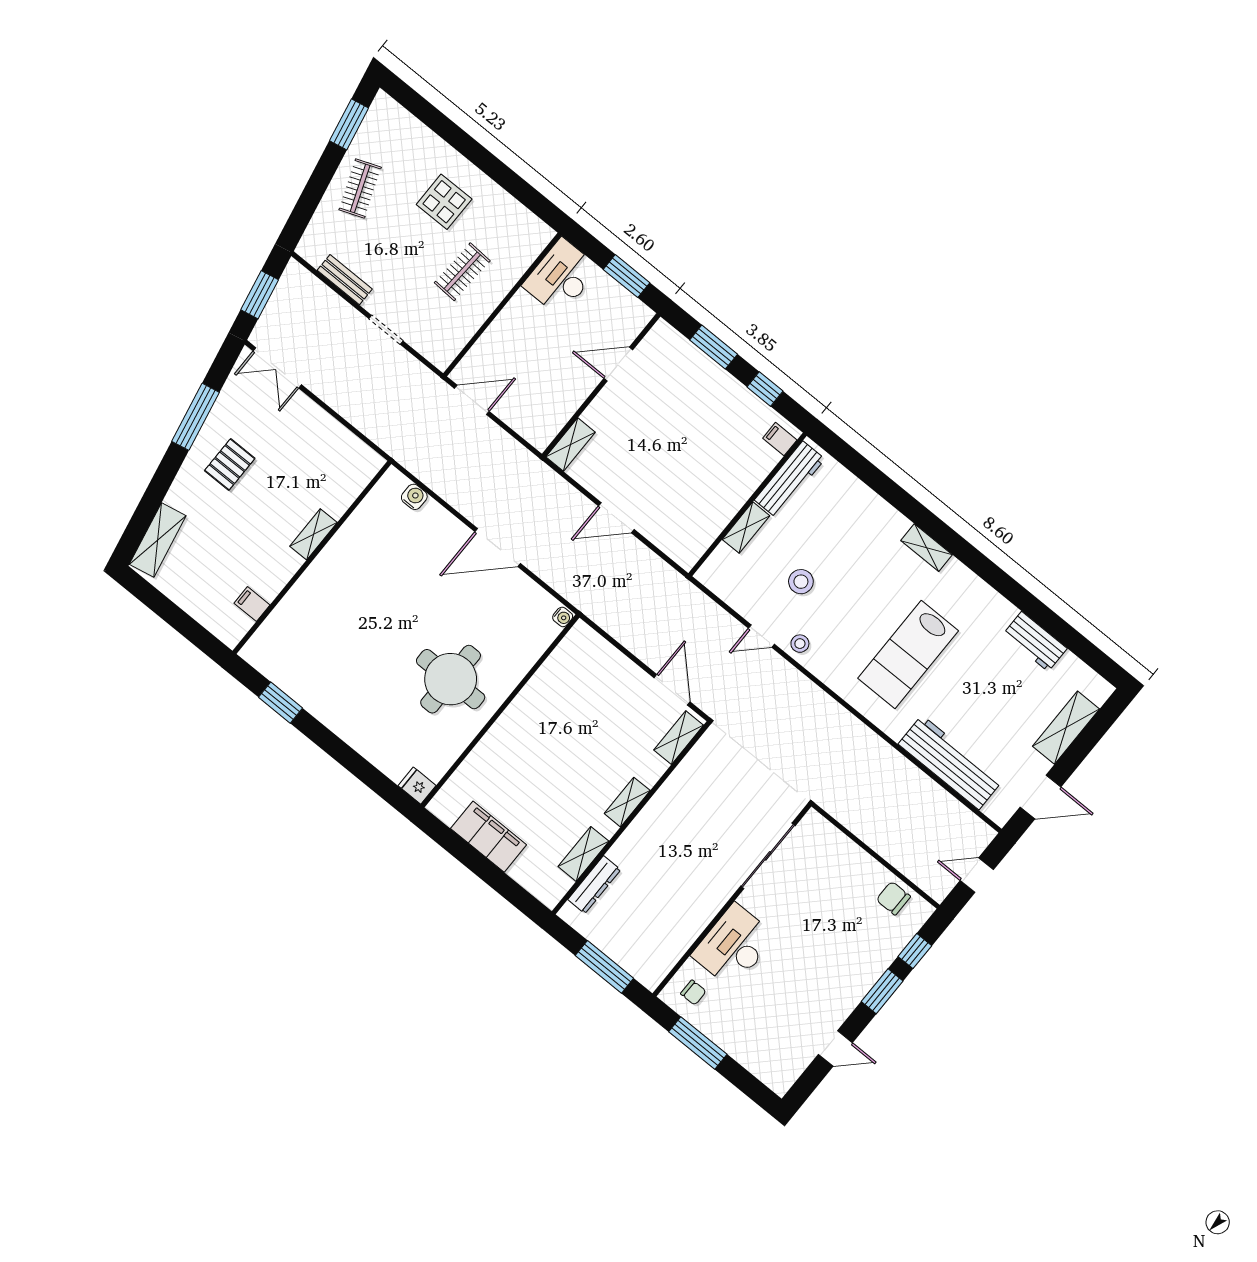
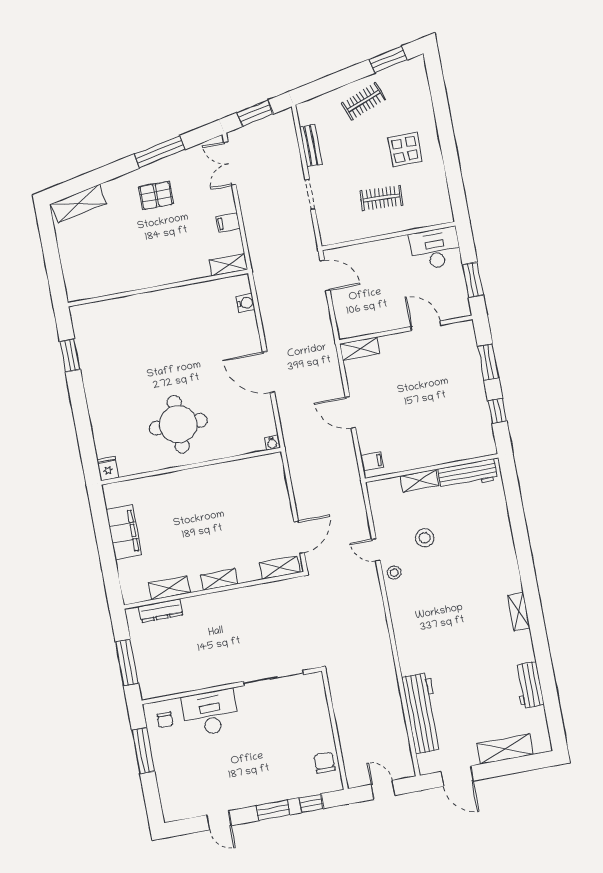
filing cabinet: (780, 439) -> (372, 461), moved, turned 90
shelving: (313, 534) -> (228, 265), moved
shelving: (926, 548) -> (519, 612), moved
filing cabinet: (252, 604) -> (228, 223), moved, turned -90
lab bench: (908, 654) -> (451, 631), removed

